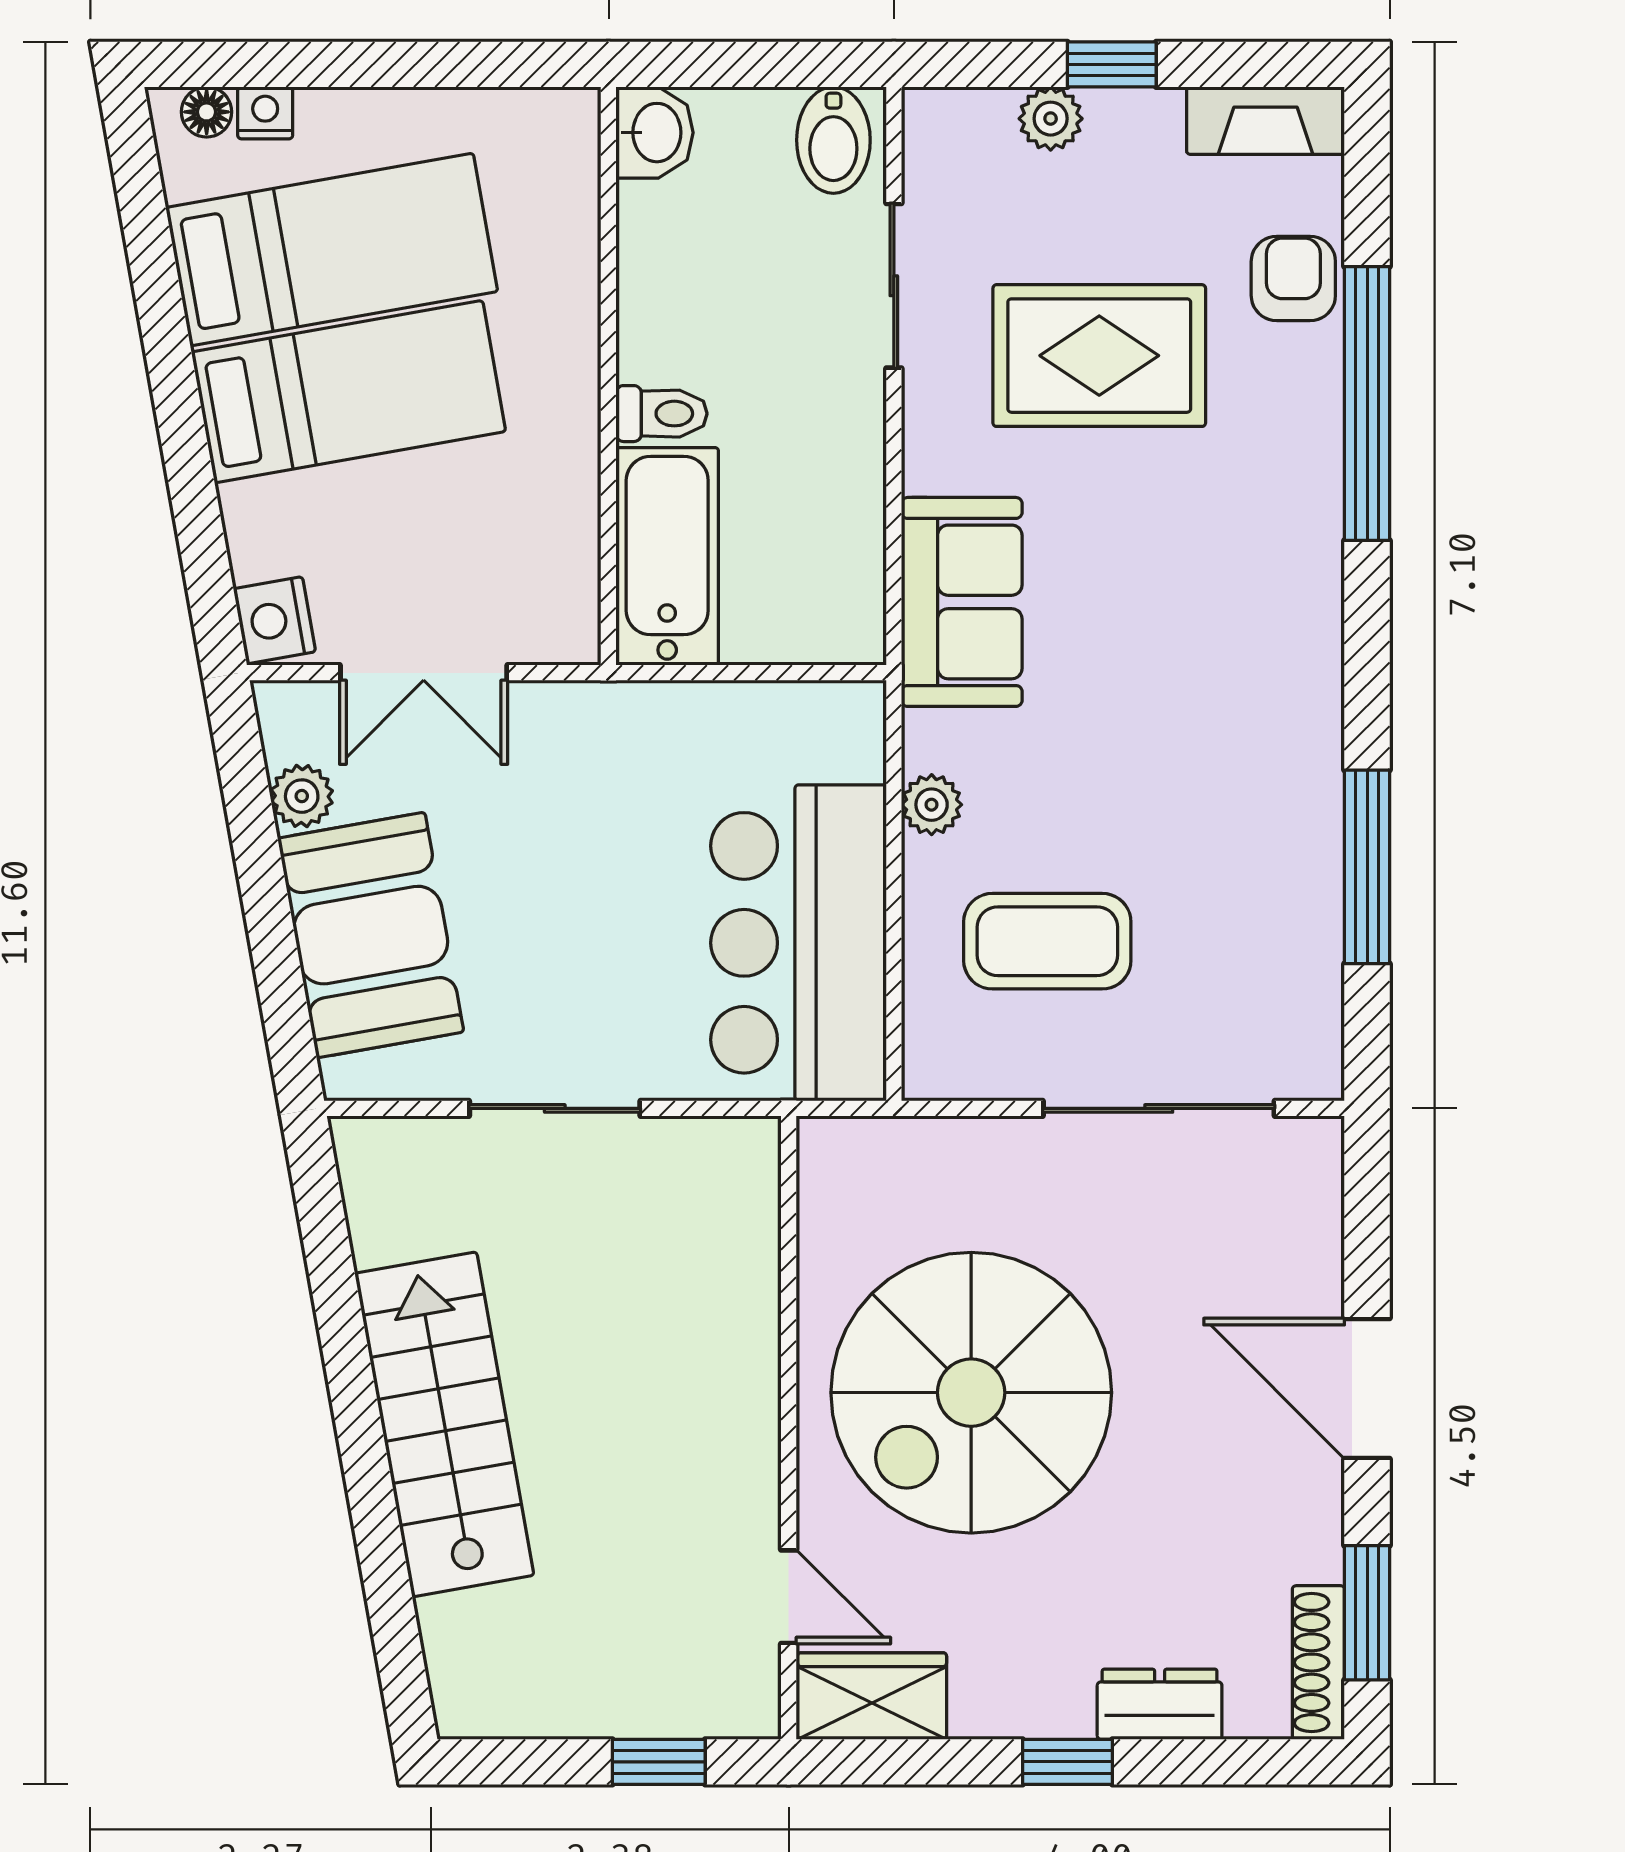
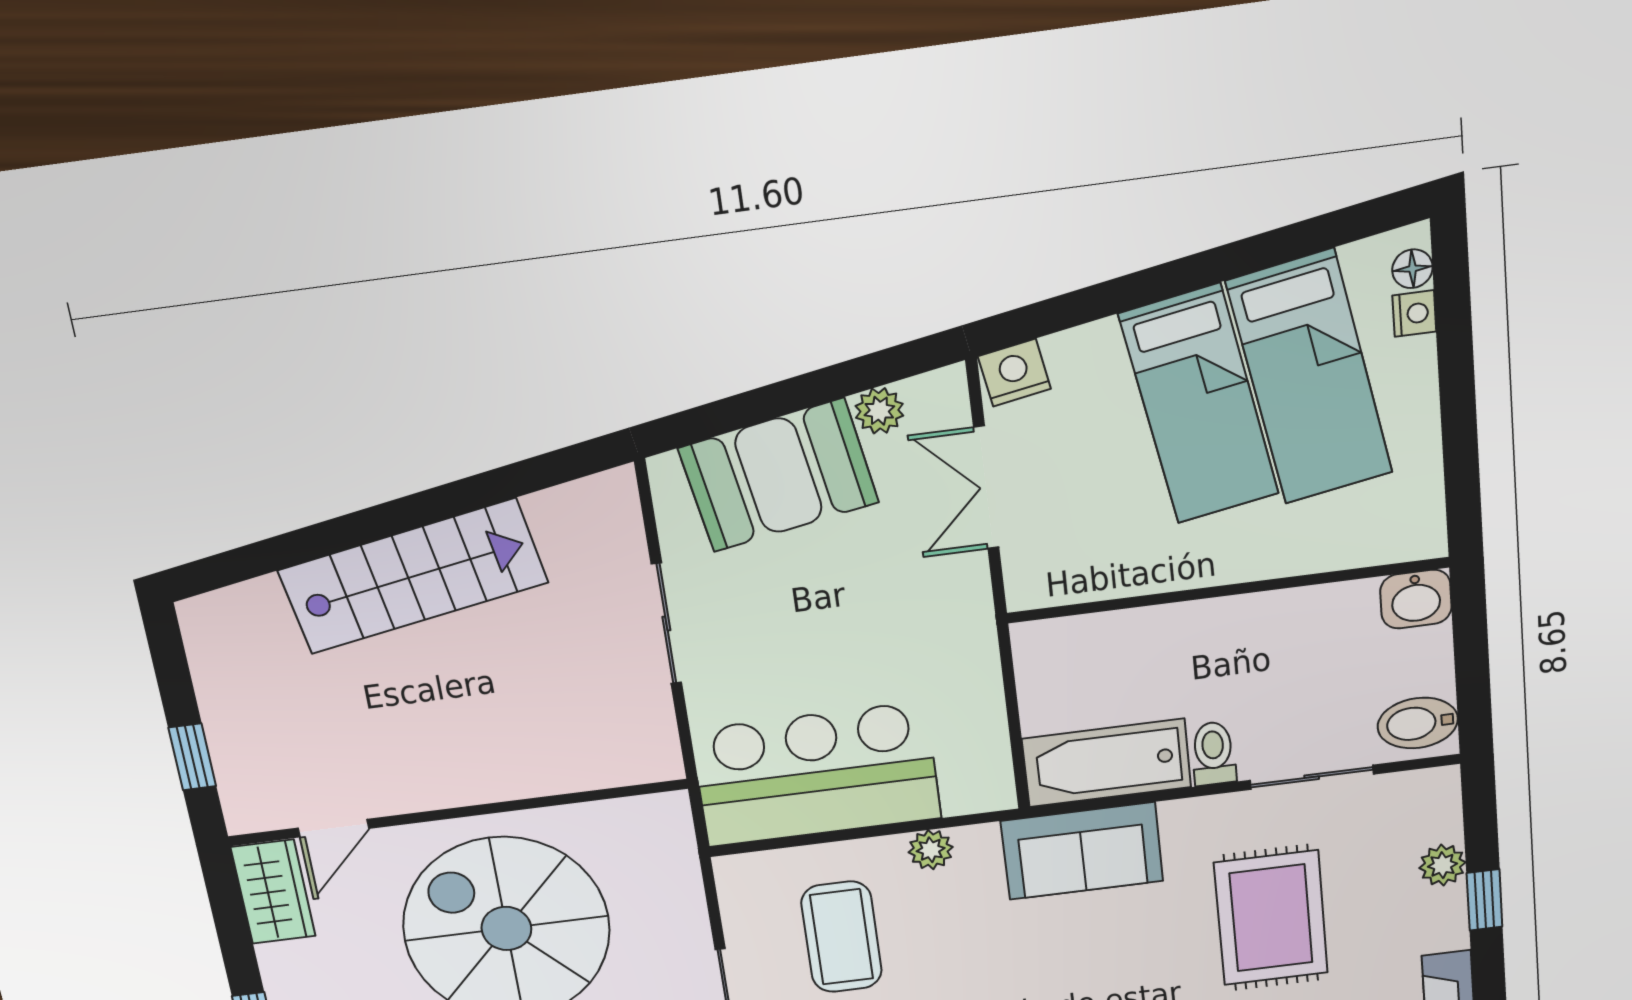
toilet: (661, 414) -> (1213, 753), moved, turned 180
bathtub: (667, 556) -> (1107, 763), moved, turned 180

